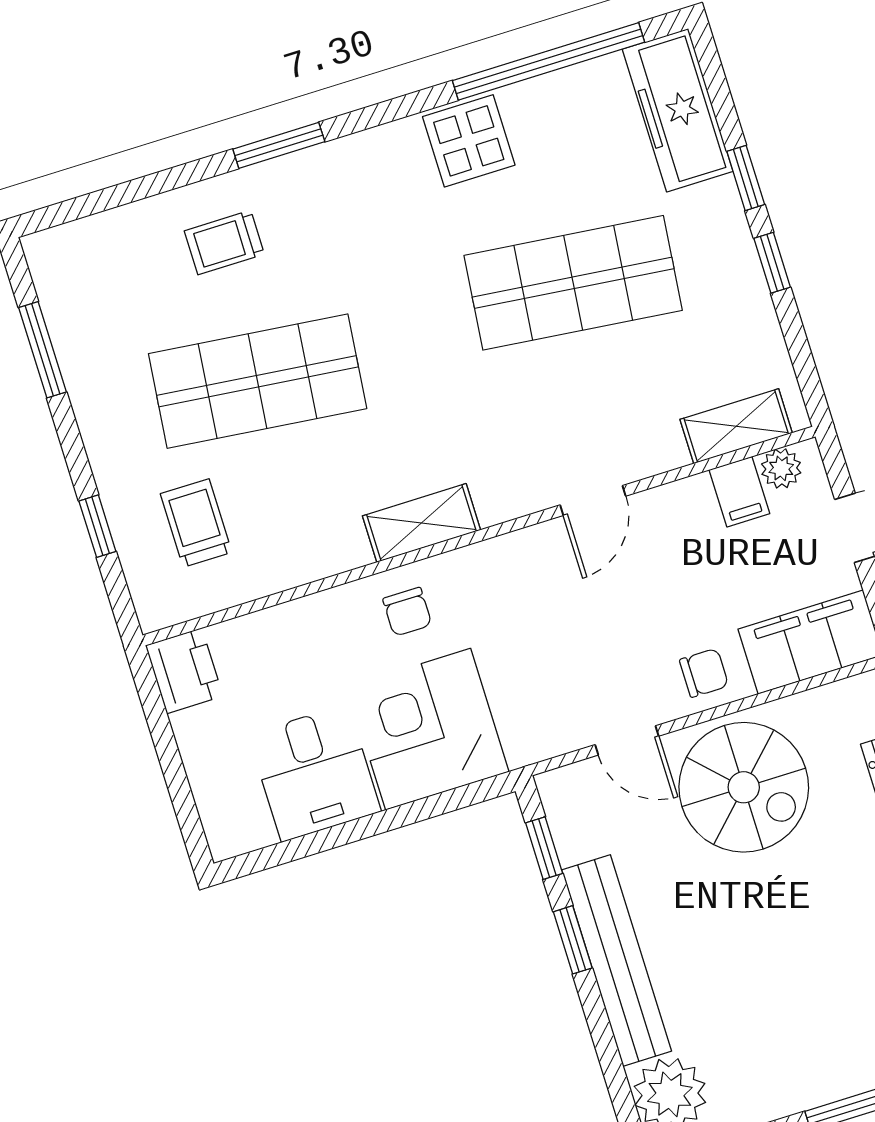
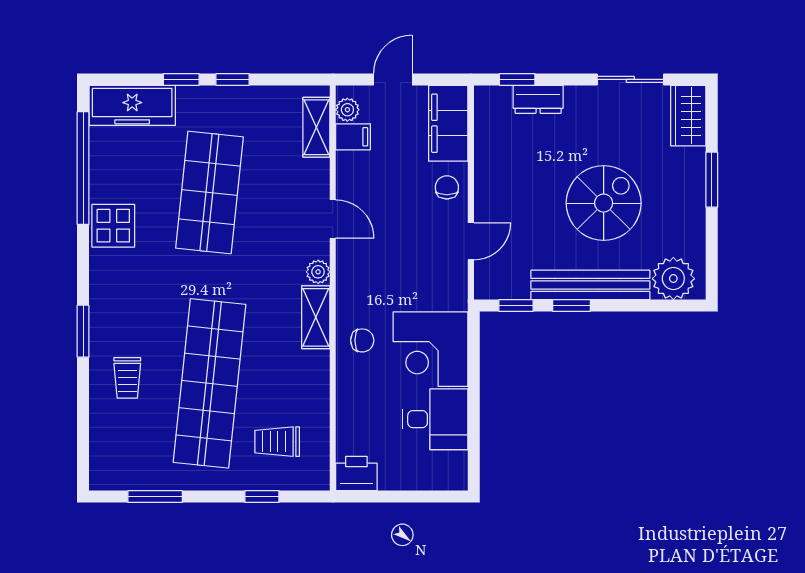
shop shelf: (258, 381) -> (209, 383), width x1.40
plant: (498, 503) -> (318, 272), added
spiral stairs: (744, 787) -> (604, 203), moved

